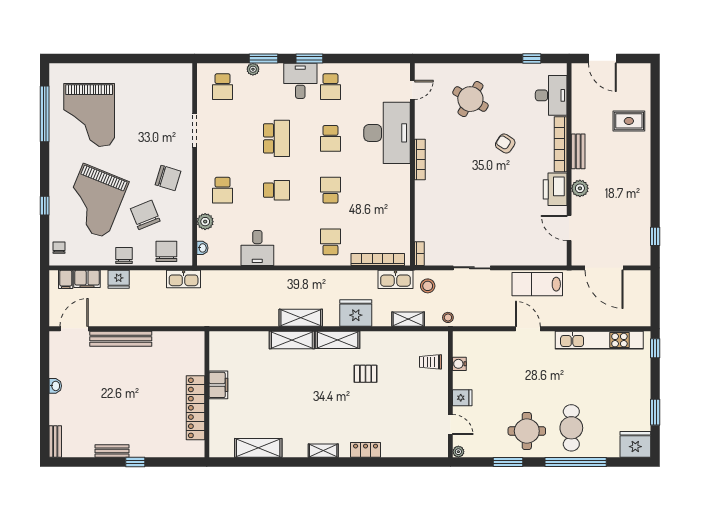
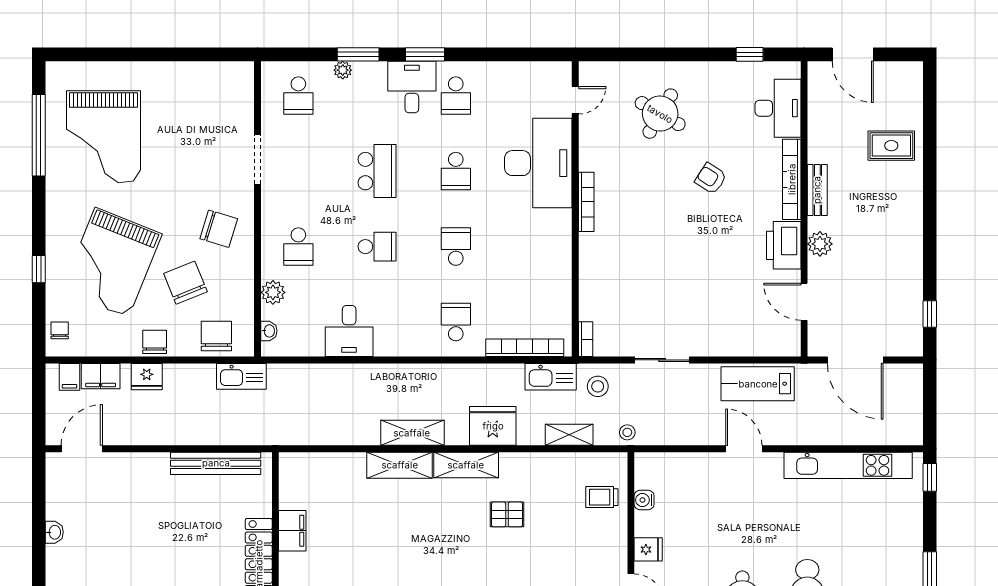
bench: (121, 339) -> (216, 463), moved

